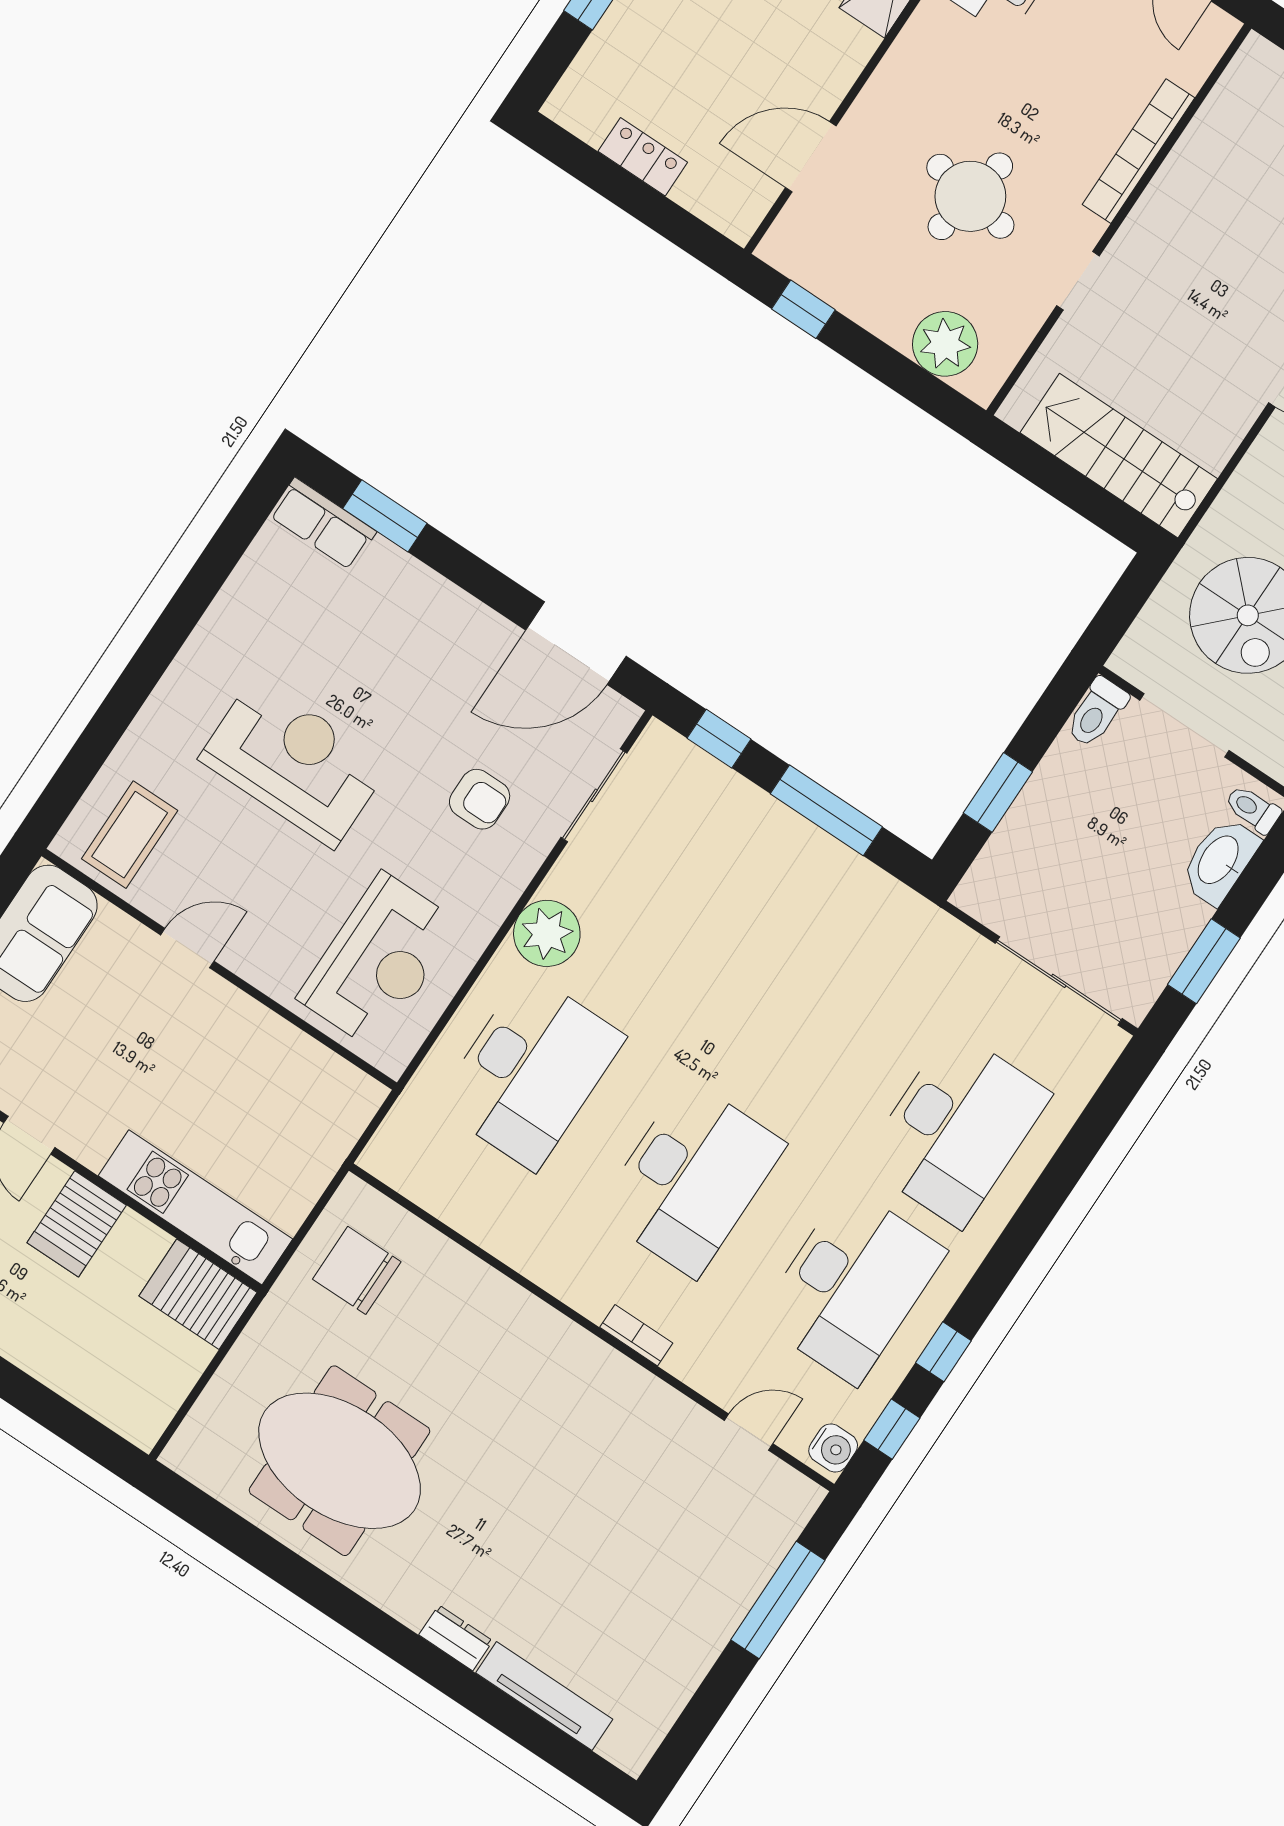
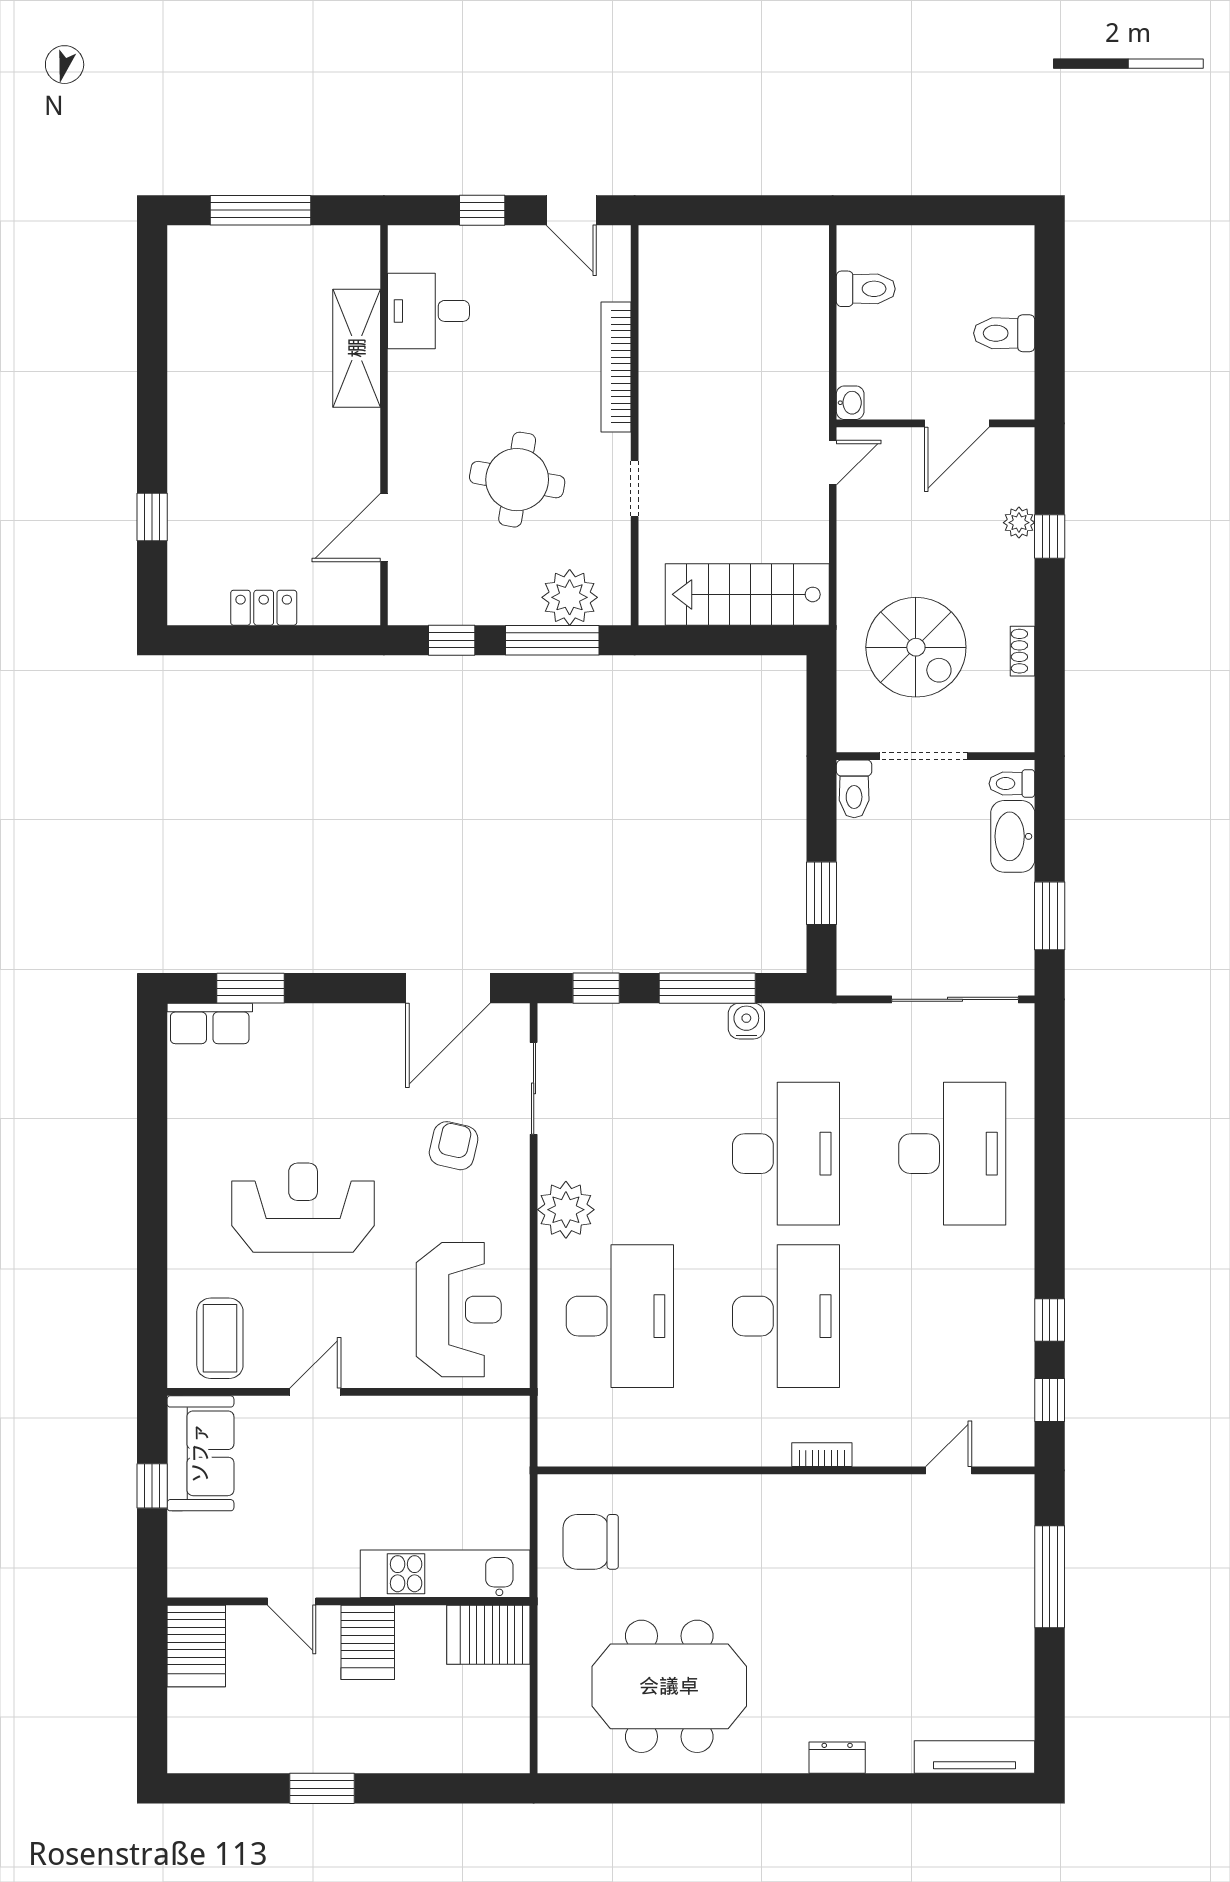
window: (901, 374) -> (552, 640), added
armchair: (480, 799) -> (454, 1146), turned -77
desk: (852, 1285) -> (786, 1154), moved
water cooler: (833, 1448) -> (746, 1021), moved, turned -90
tv unit: (544, 1696) -> (974, 1757), moved

